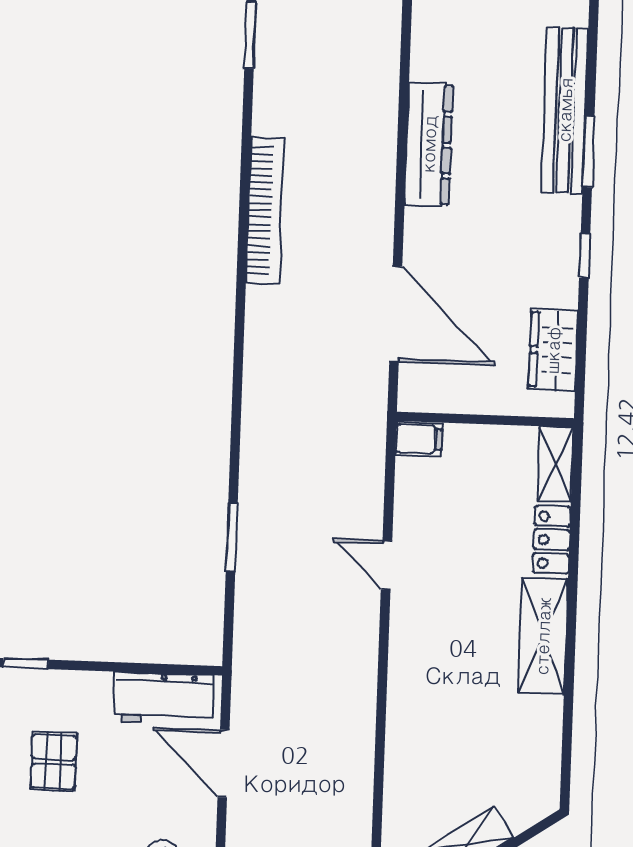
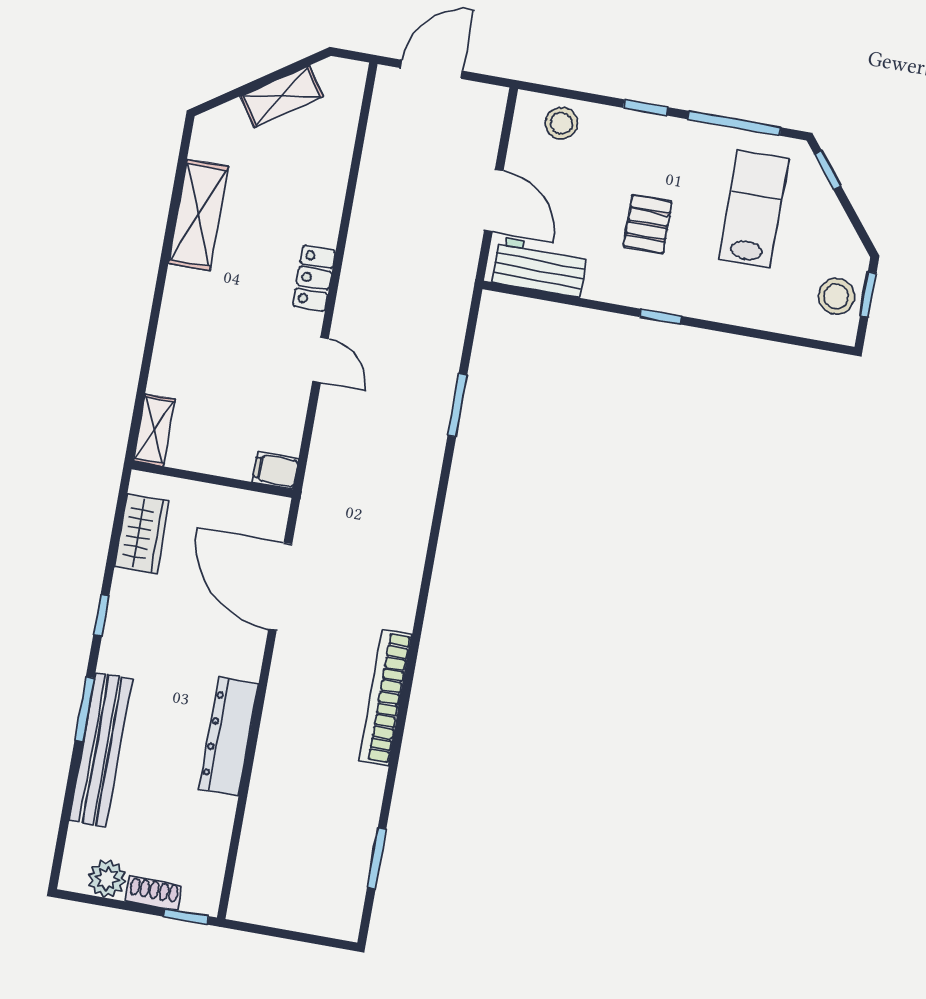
locker: (552, 540) -> (314, 278), moved, turned 180
shelving: (543, 636) -> (198, 215), moved

